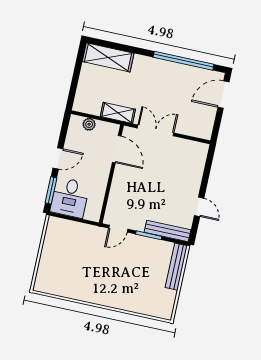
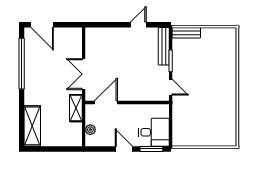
bench: (176, 267) -> (186, 33), width x0.73

